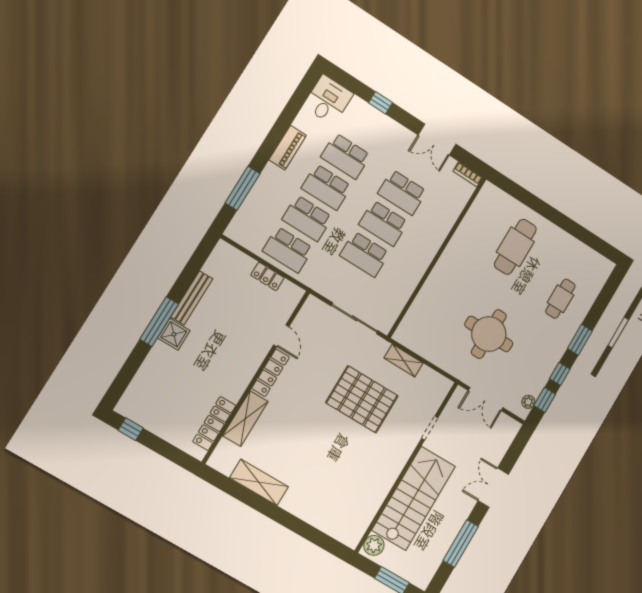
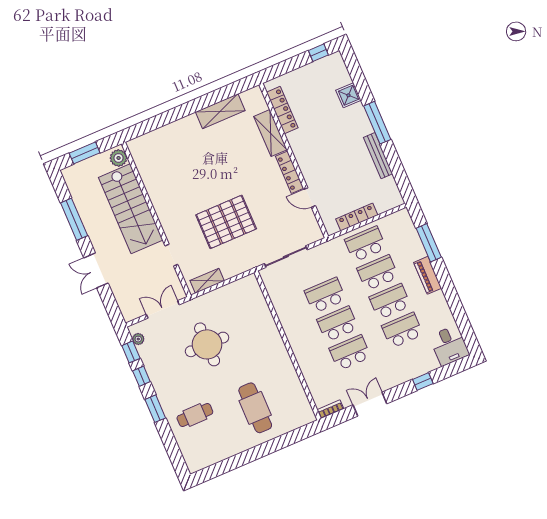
piano: (288, 148) -> (428, 275), moved
locker: (267, 276) -> (357, 217), width x1.53
cafe table: (560, 299) -> (195, 415), turned 90
shower: (174, 334) -> (348, 95), moved
shelving: (404, 361) -> (207, 281), moved
double door: (493, 488) -> (96, 270), swing flipped

